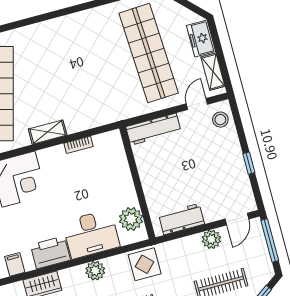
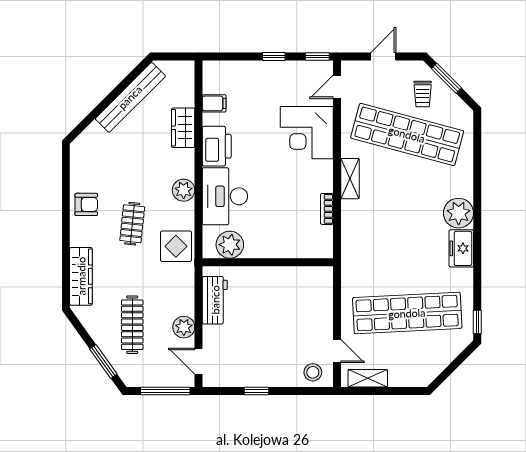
plant: (52, 32) -> (459, 213), added
freezer: (201, 38) -> (461, 248), moved, turned -90
workbench: (153, 129) -> (322, 296), removed

